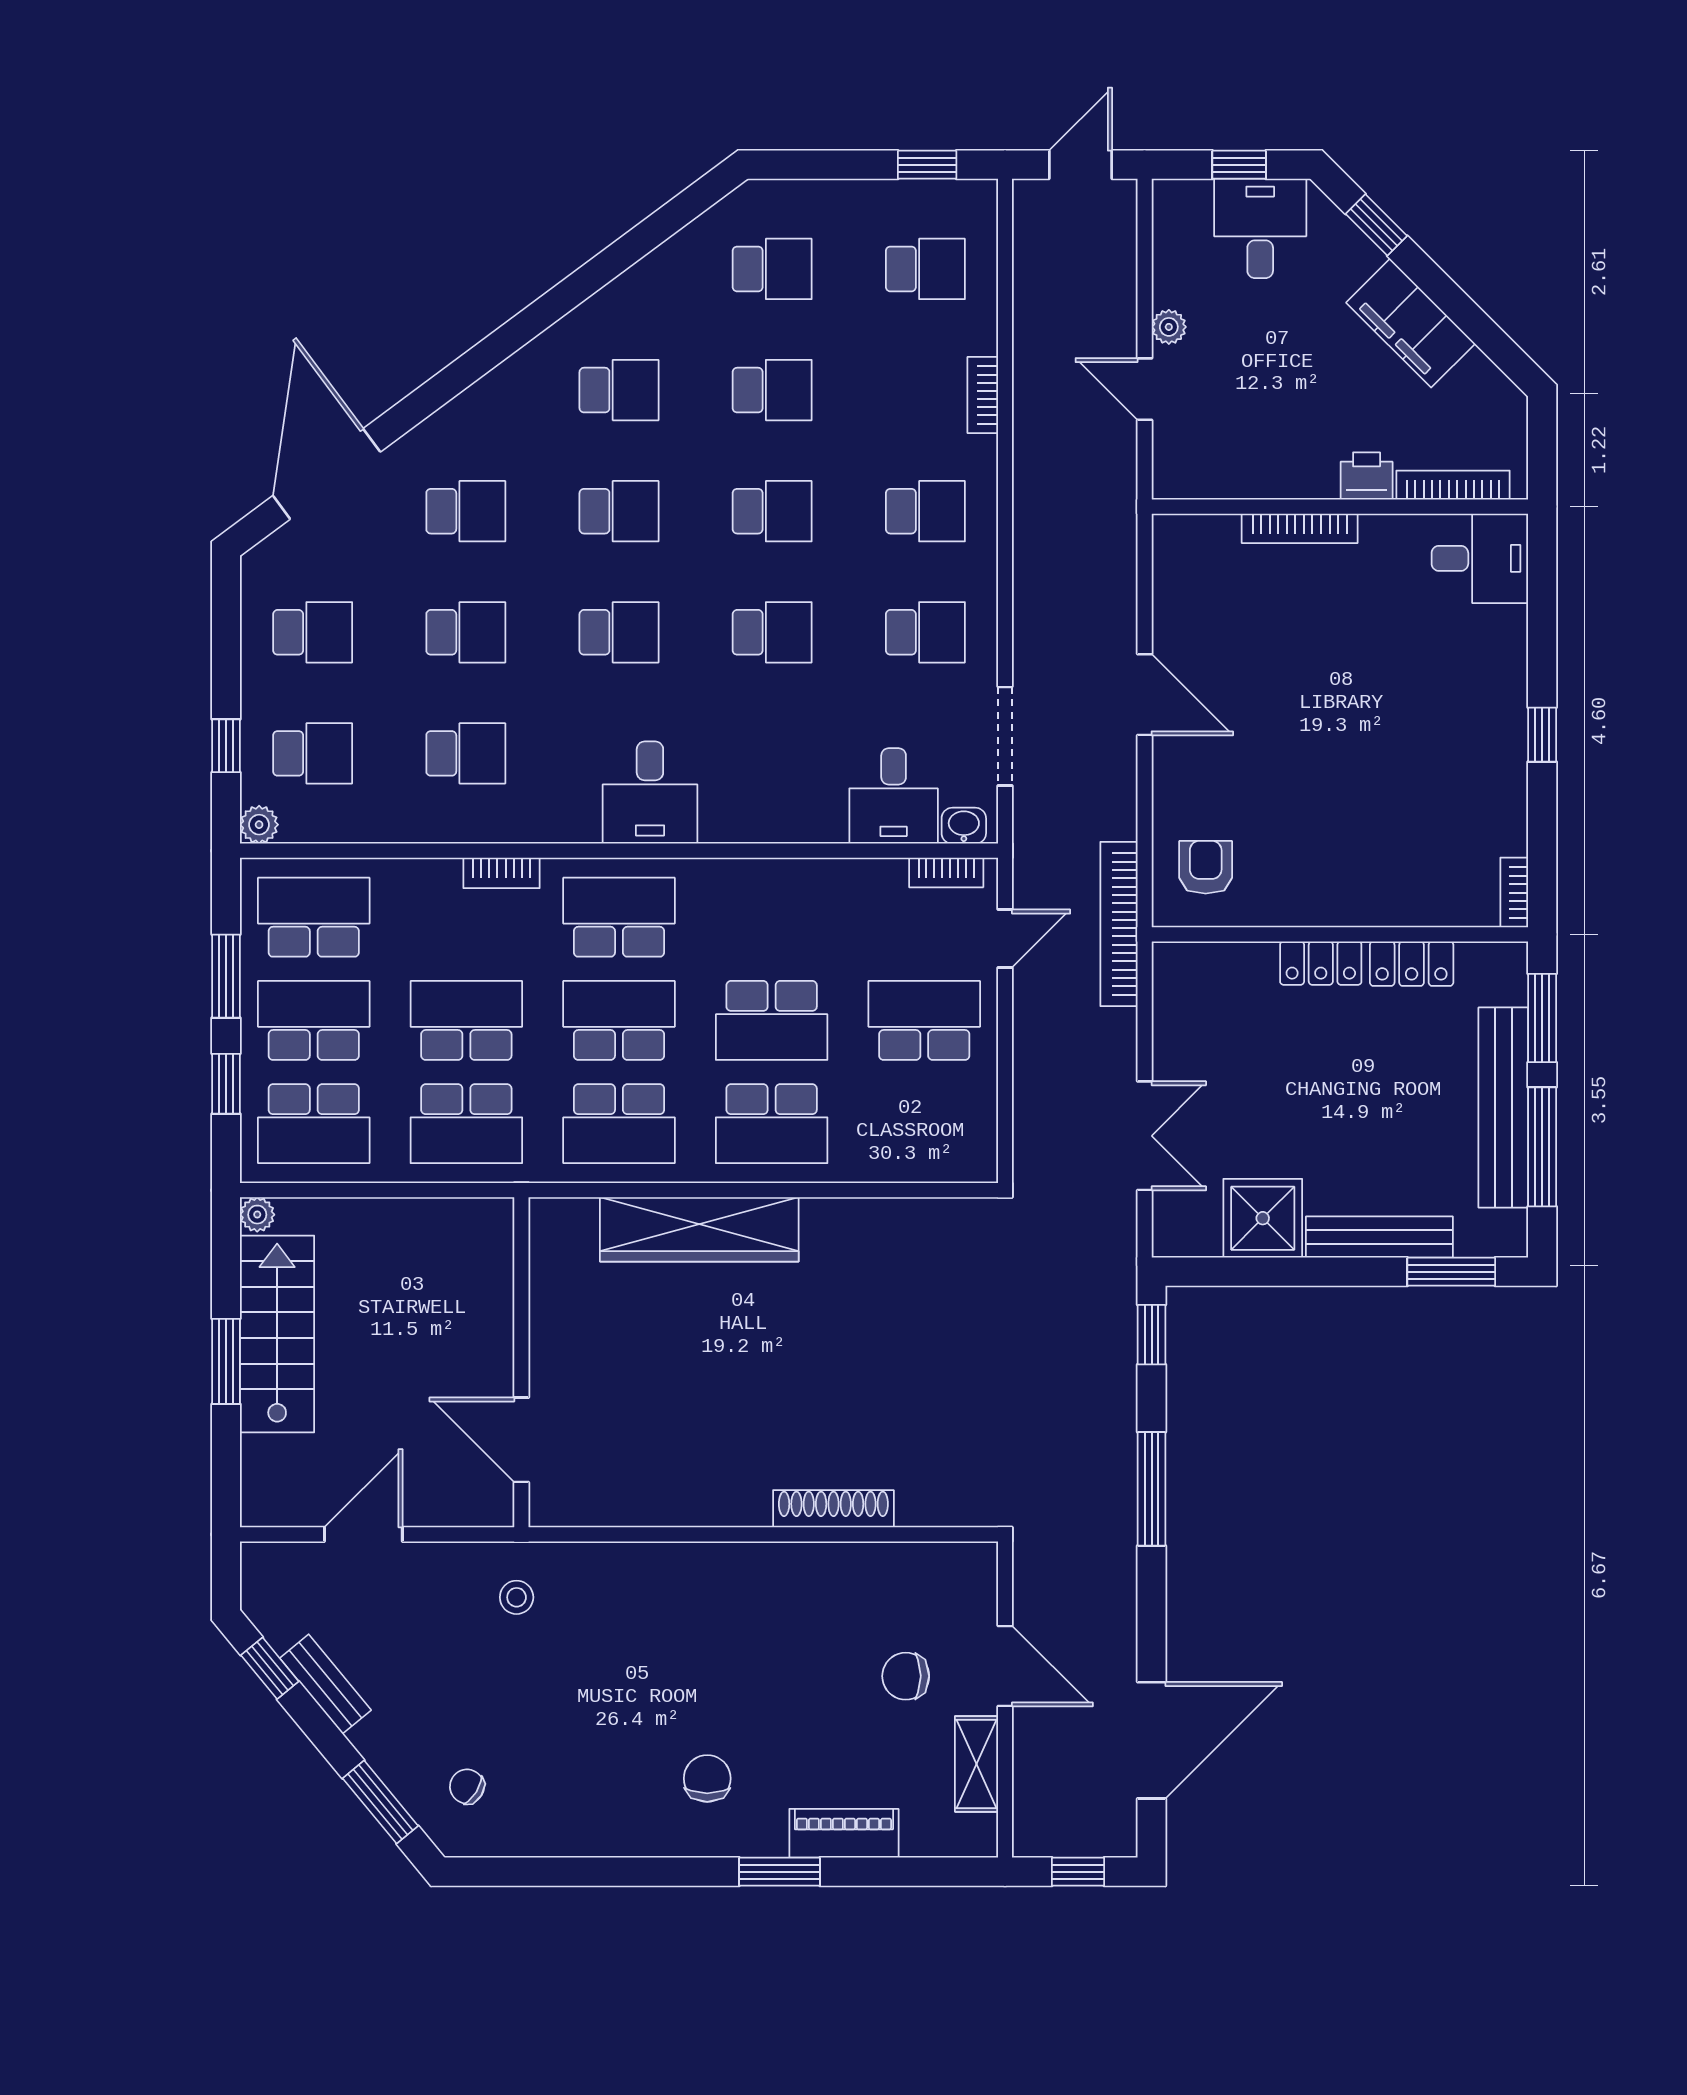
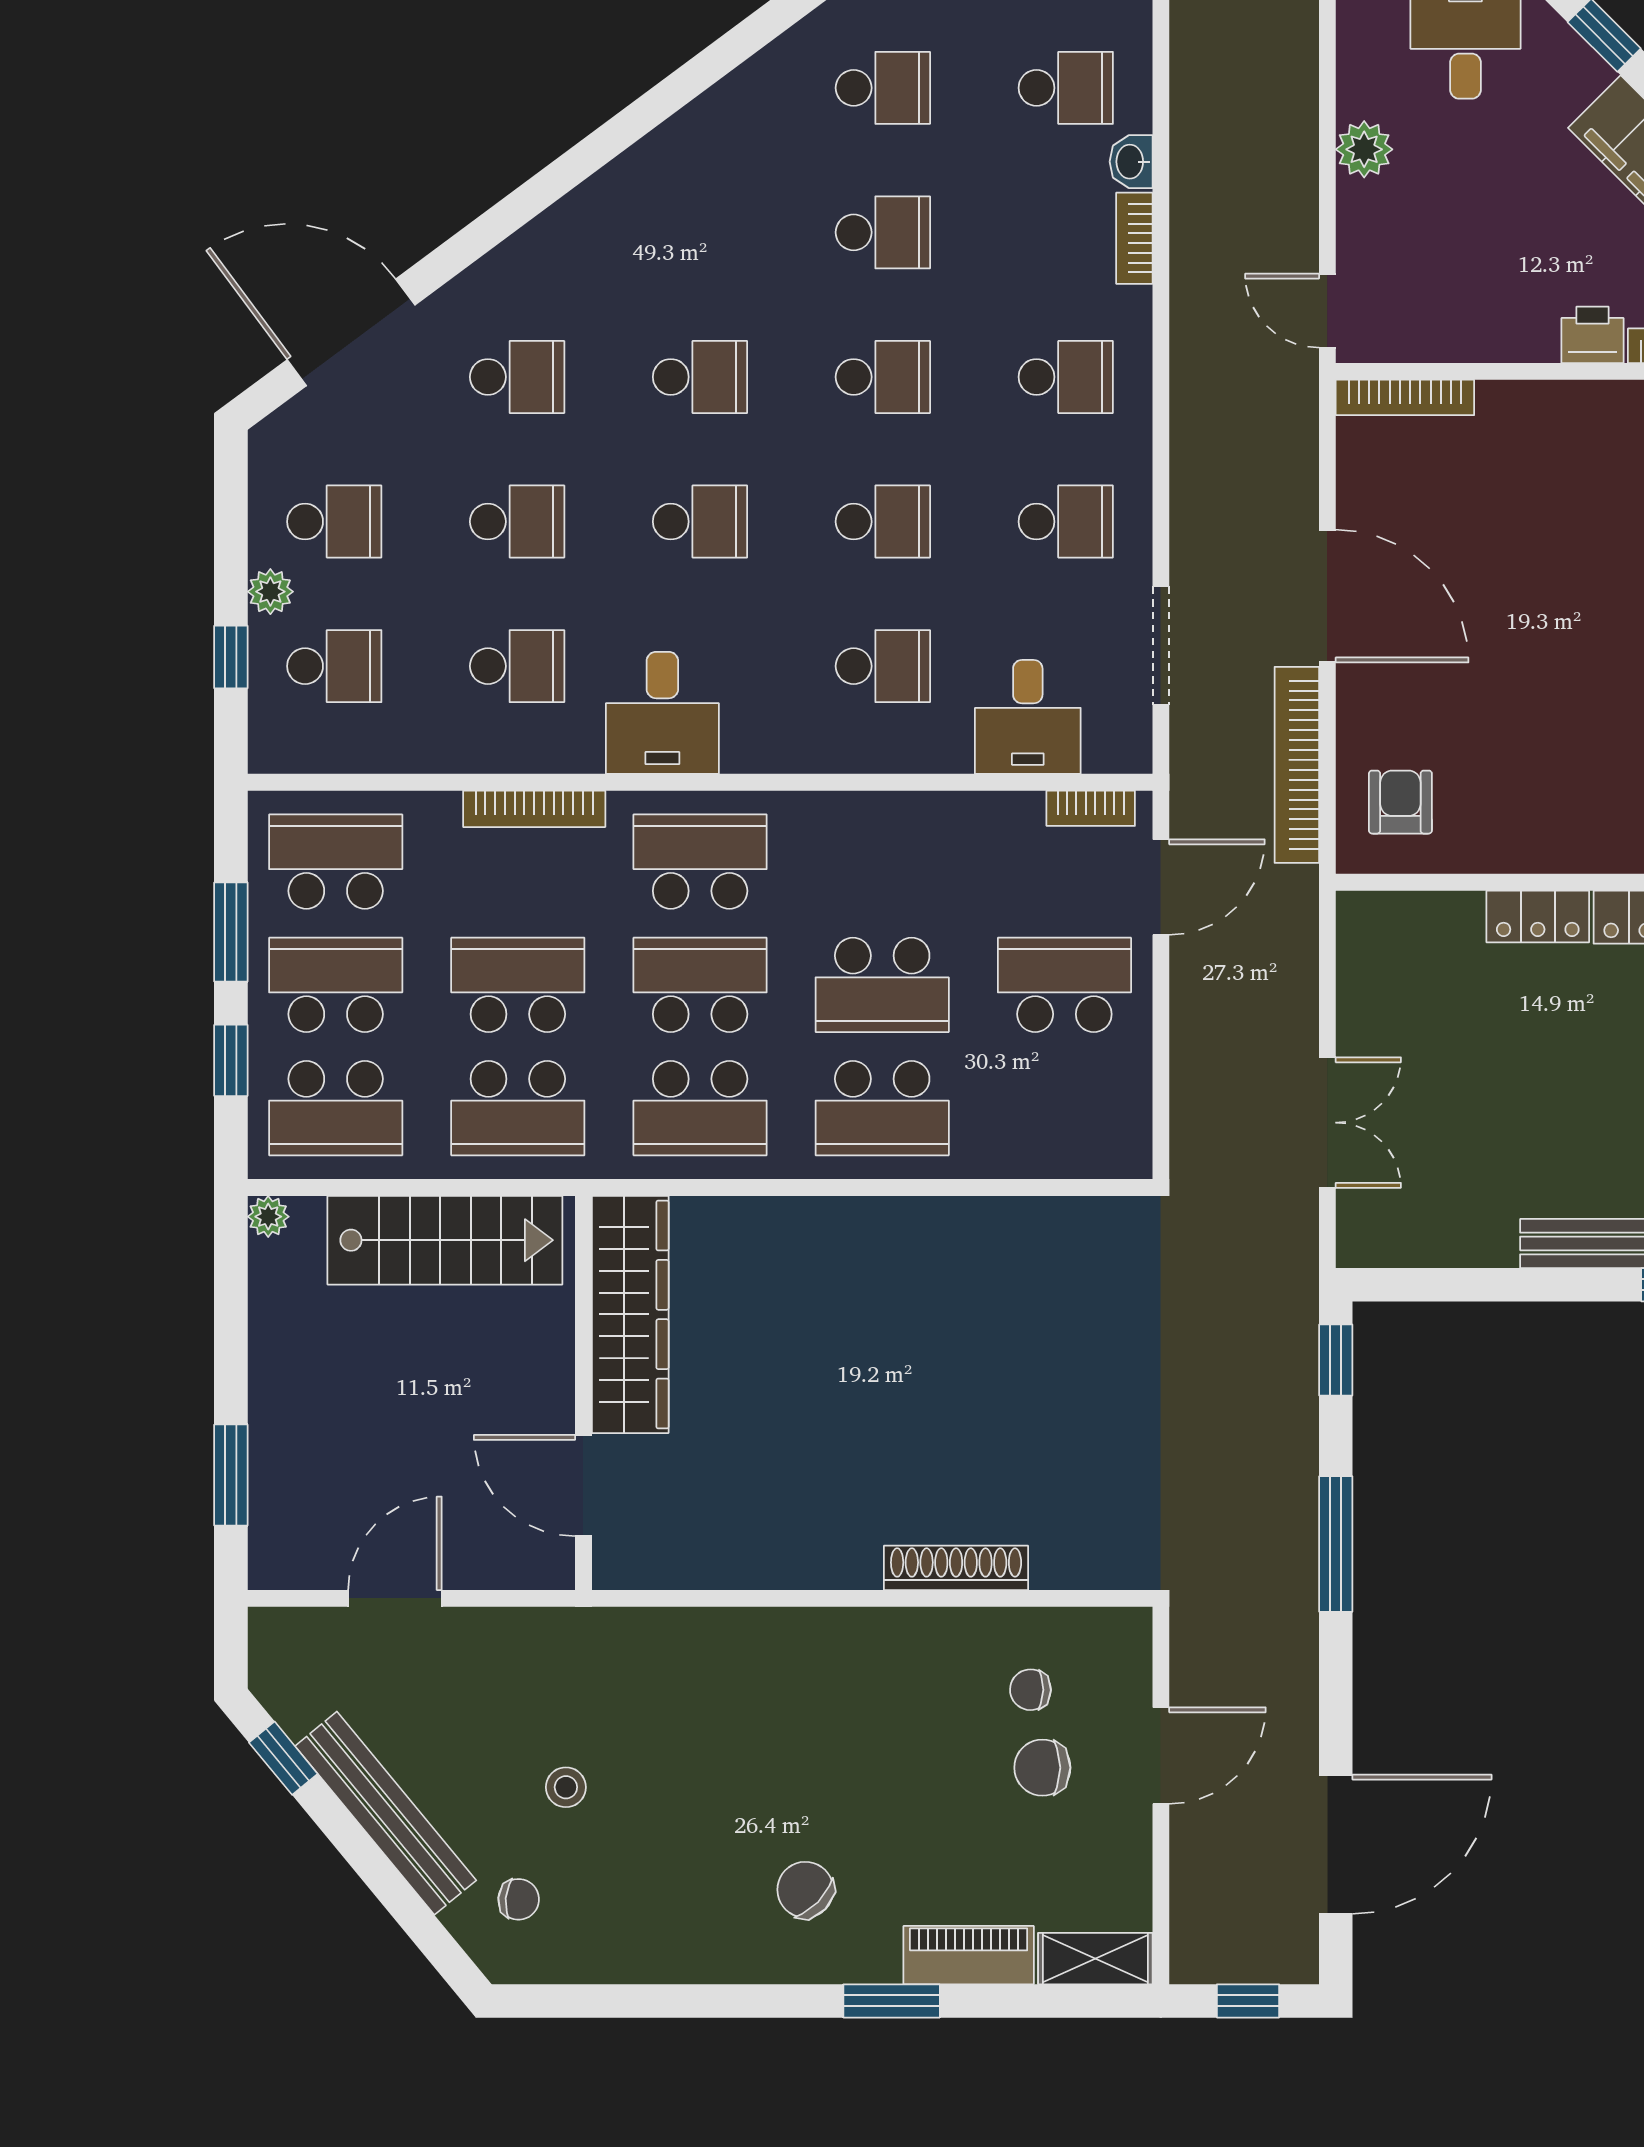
plant: (1169, 327) -> (1364, 149), width x1.38, depth x1.38
door: (1145, 389) -> (1327, 311), moved
school desk: (619, 390) -> (883, 666), moved
door: (327, 474) -> (351, 332), hinge flipped
bookcase: (1300, 528) -> (1405, 397), moved
door: (1145, 695) -> (1327, 596), width x1.36
desk: (650, 793) -> (662, 713), moved
plant: (259, 825) -> (270, 592), moved
washbasin: (964, 826) -> (1131, 162), moved, turned -90
bookcase: (502, 873) -> (534, 809), width x1.56
bookcase: (1119, 924) -> (1297, 765), moved
door: (1005, 939) -> (1161, 887), width x1.37
shower: (1263, 1218) -> (1468, 1221), removed
wardrobe: (699, 1229) -> (630, 1314), moved, turned -90
stairs: (277, 1334) -> (445, 1240), moved, turned 90
window: (226, 1361) -> (231, 1475), moved
stool: (517, 1597) -> (566, 1787), moved
chair: (896, 1611) -> (1030, 1690), added
door: (1005, 1666) -> (1161, 1756), hinge flipped
bench: (325, 1684) -> (386, 1813), width x1.86, depth x1.21
shelving: (976, 1764) -> (1095, 1959), moved, turned 90
chair: (707, 1778) -> (805, 1890), turned -46
chair: (467, 1786) -> (519, 1899), turned 153
window: (380, 1802) -> (415, 1918), removed

